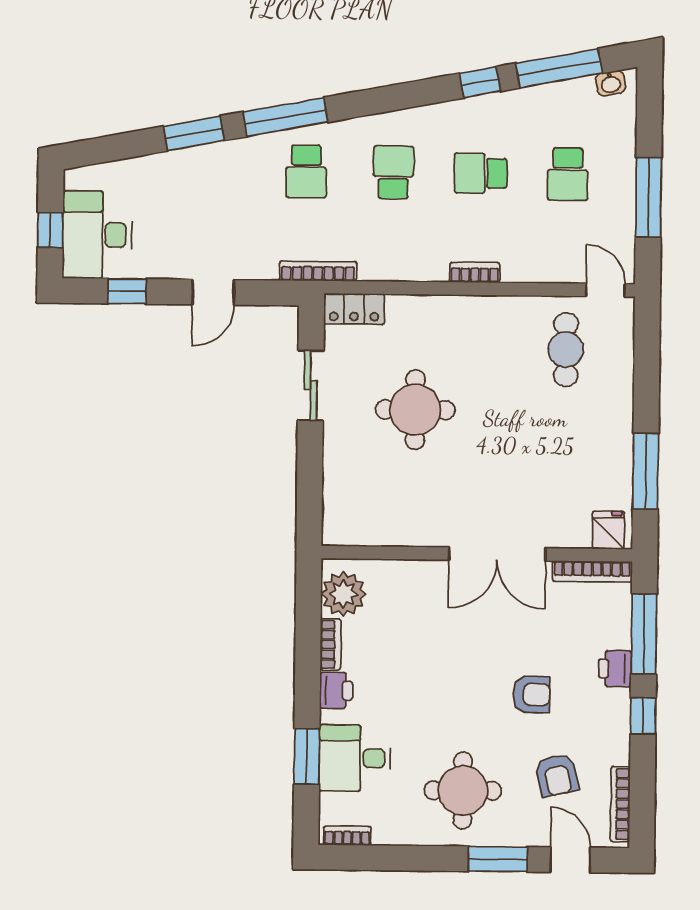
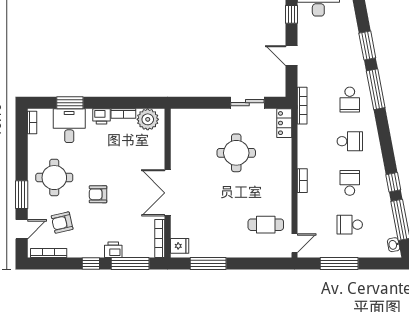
school desk: (306, 171) -> (350, 100), turned -90
armchair: (532, 694) -> (98, 194), moved, turned 90

